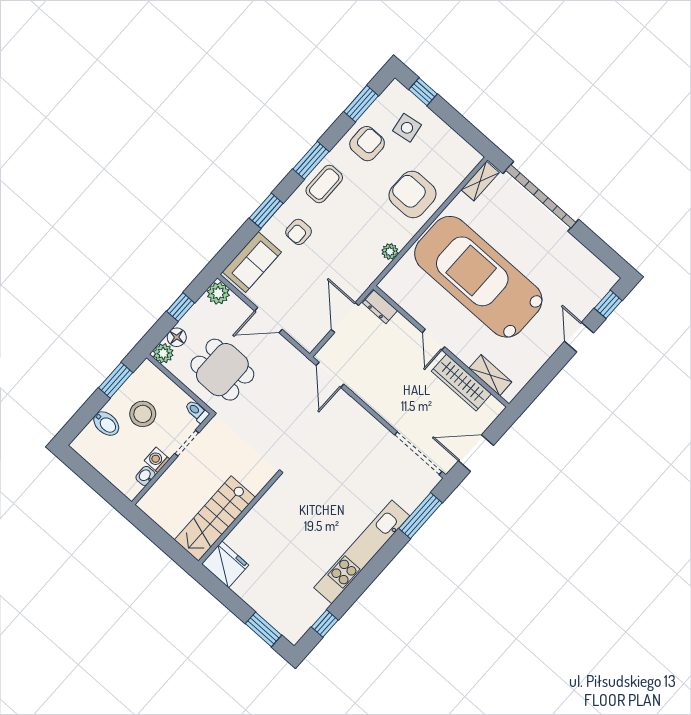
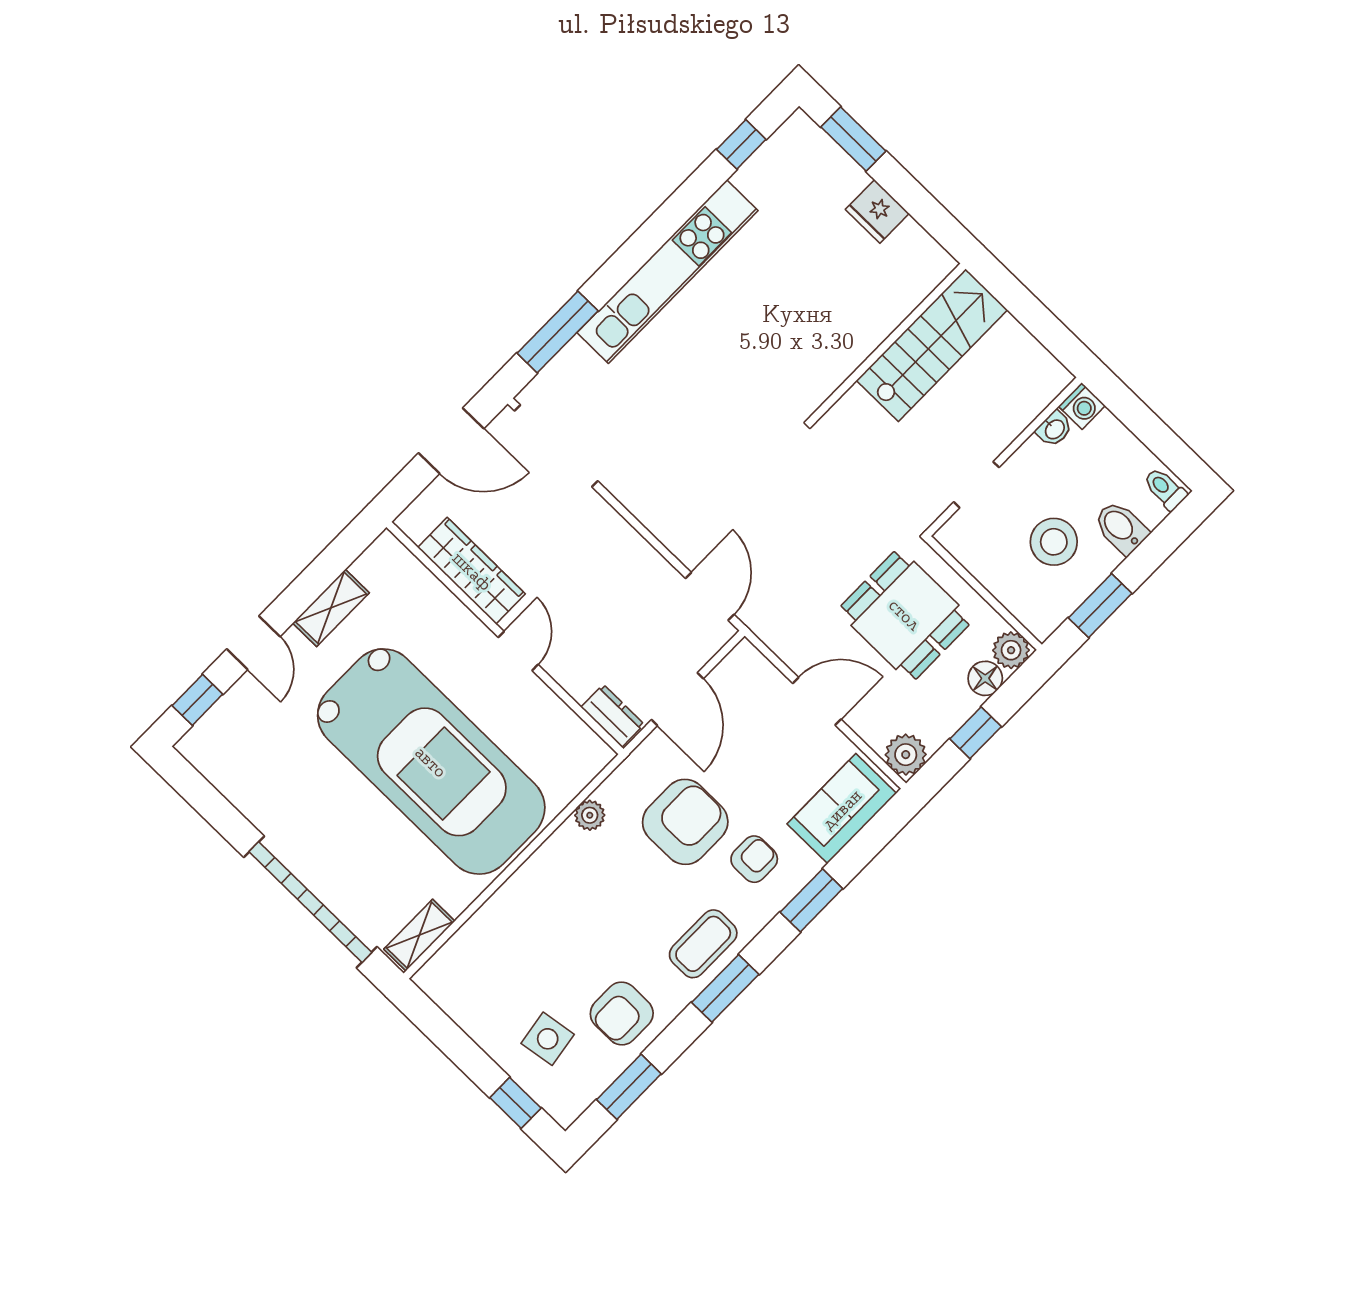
armchair: (413, 194) -> (685, 822), moved, turned -90
shelving: (490, 375) -> (331, 608), moved, turned 90
toilet: (197, 411) -> (1165, 489), moved, turned 180
washing machine: (157, 460) -> (1082, 406), moved
fridge: (225, 565) -> (877, 211), moved, width x0.73, depth x0.75

